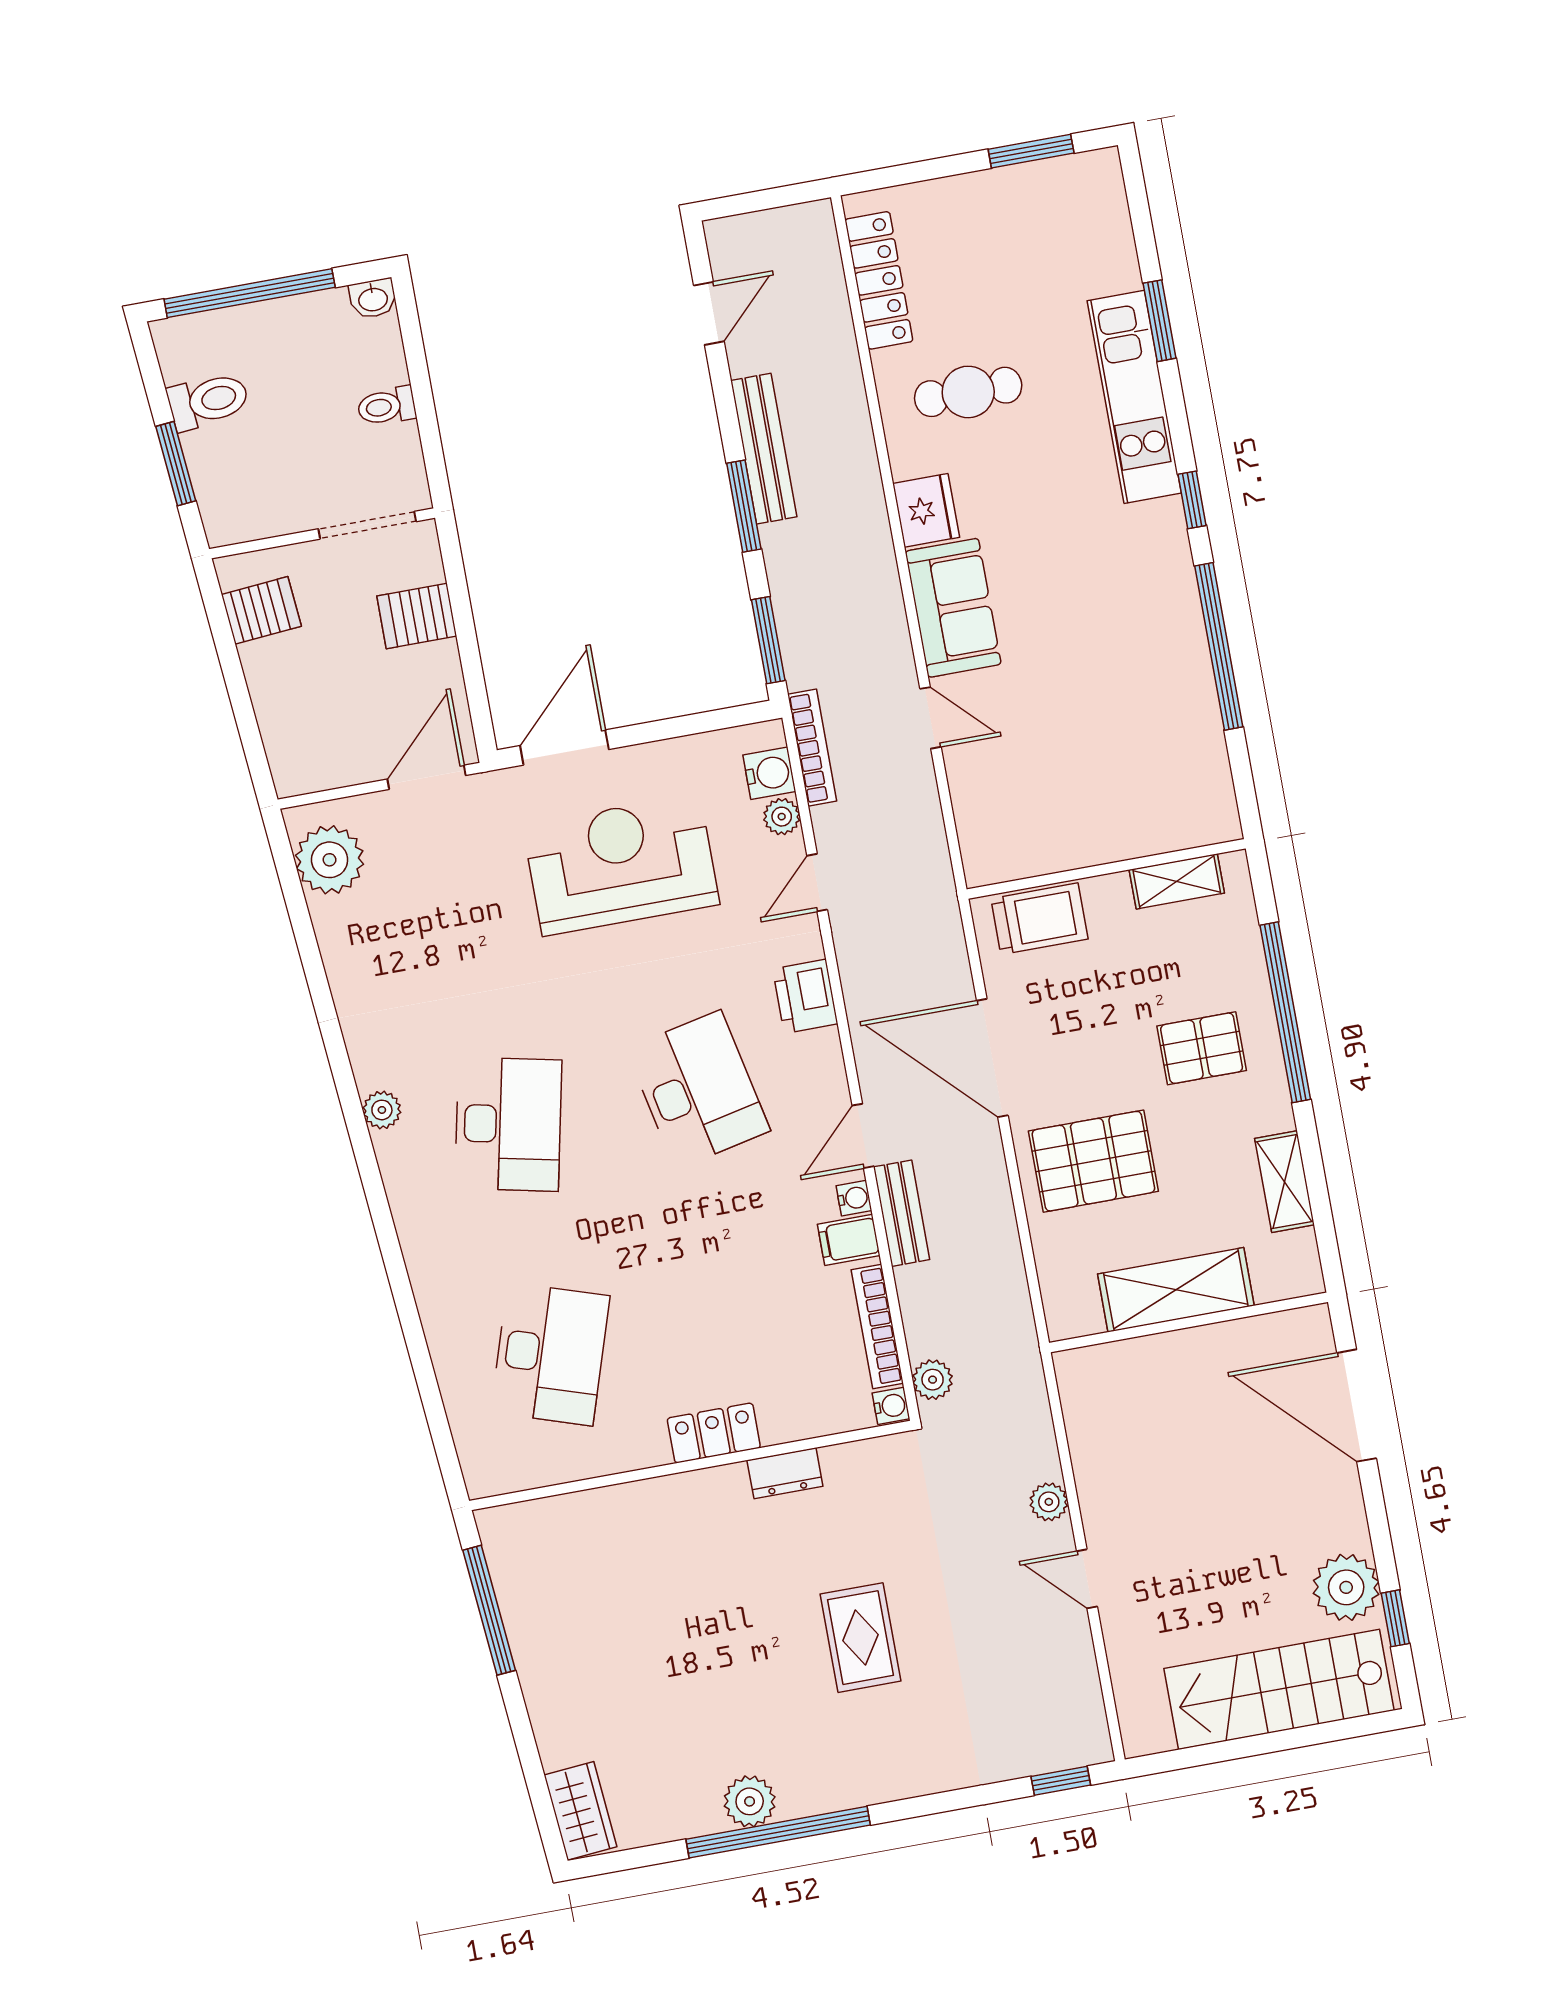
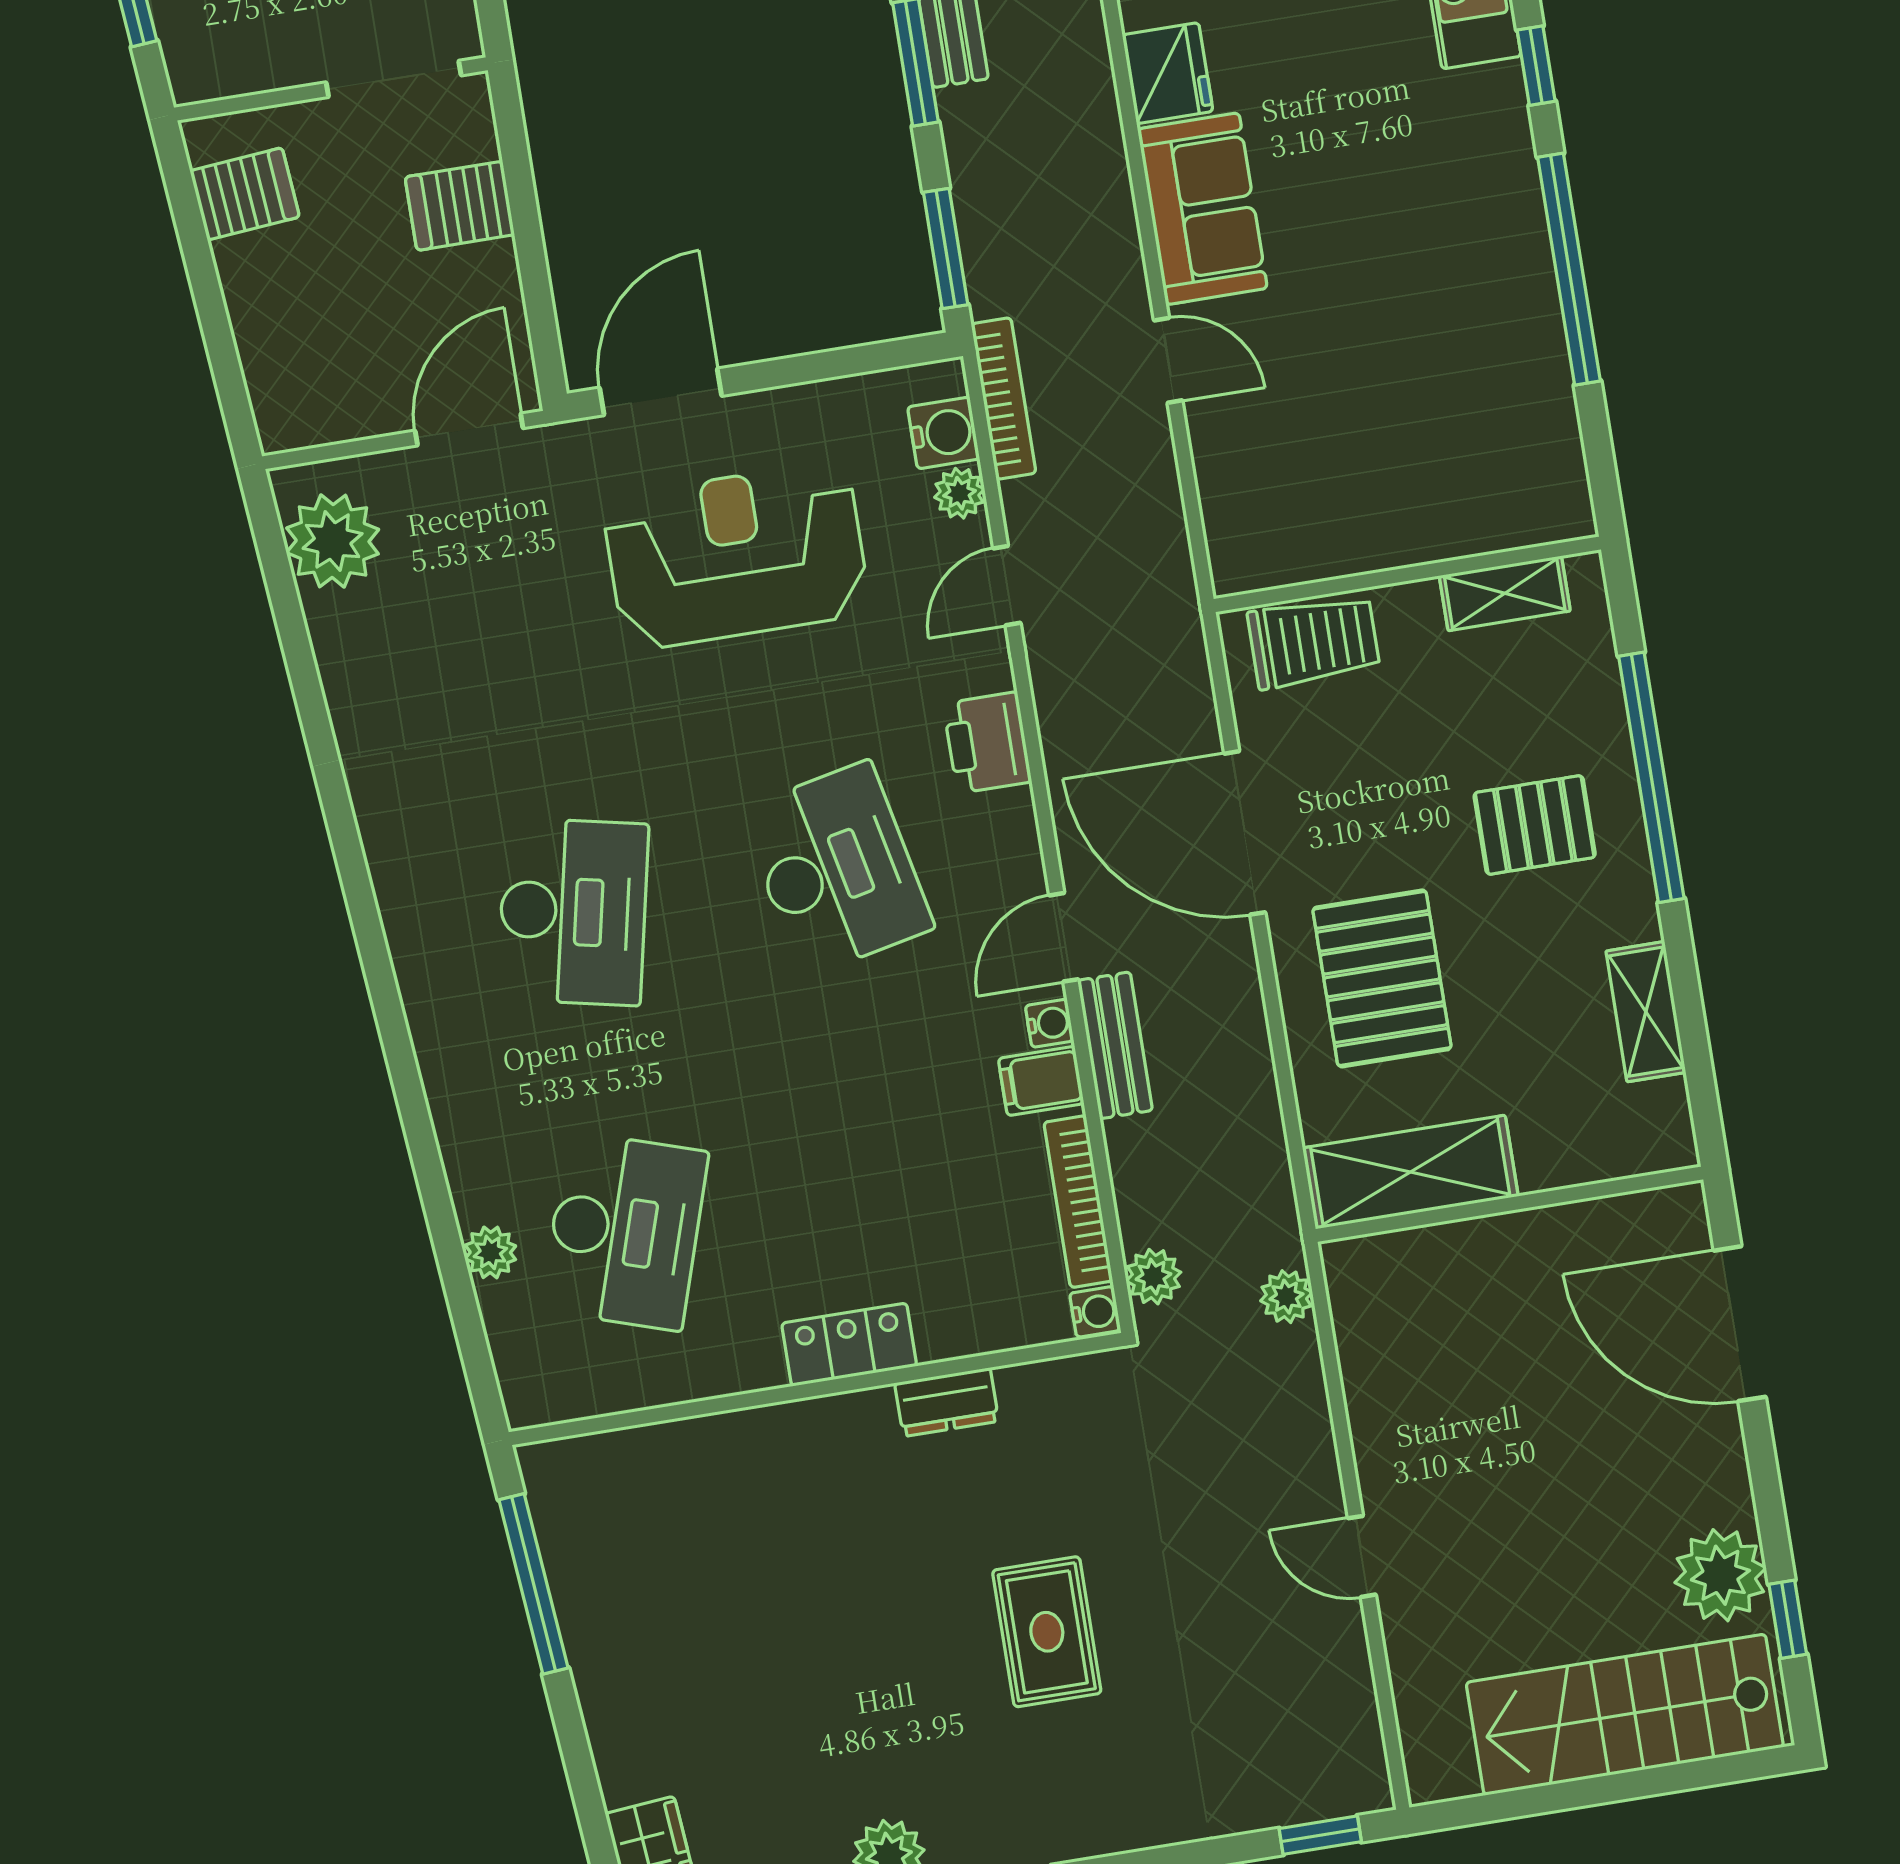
plant: (382, 1110) -> (490, 1252), moved
pallet: (1093, 1161) -> (1382, 978), turned 90
shelving: (1176, 1290) -> (1410, 1172), moved
plant: (1049, 1502) -> (1286, 1297), moved

